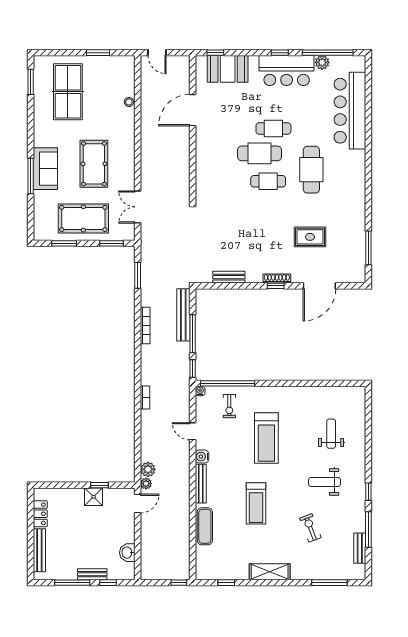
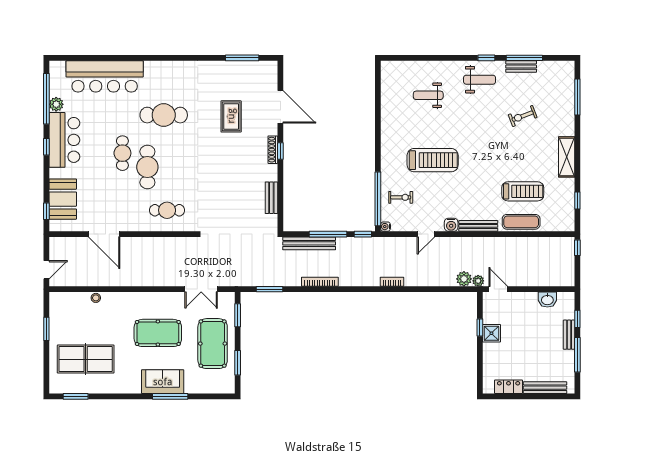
cafe table: (268, 181) -> (167, 210), moved, turned 90
weight bench: (325, 482) -> (480, 80), moved, turned -90
treadmill: (256, 503) -> (523, 191), moved
bench: (360, 548) -> (521, 67), moved

